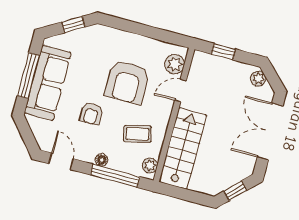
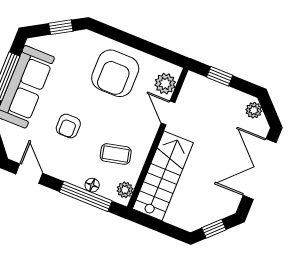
armchair: (127, 82) -> (115, 73), moved
door: (180, 91) -> (168, 113), hinge flipped
floor lamp: (102, 160) -> (92, 185), moved

